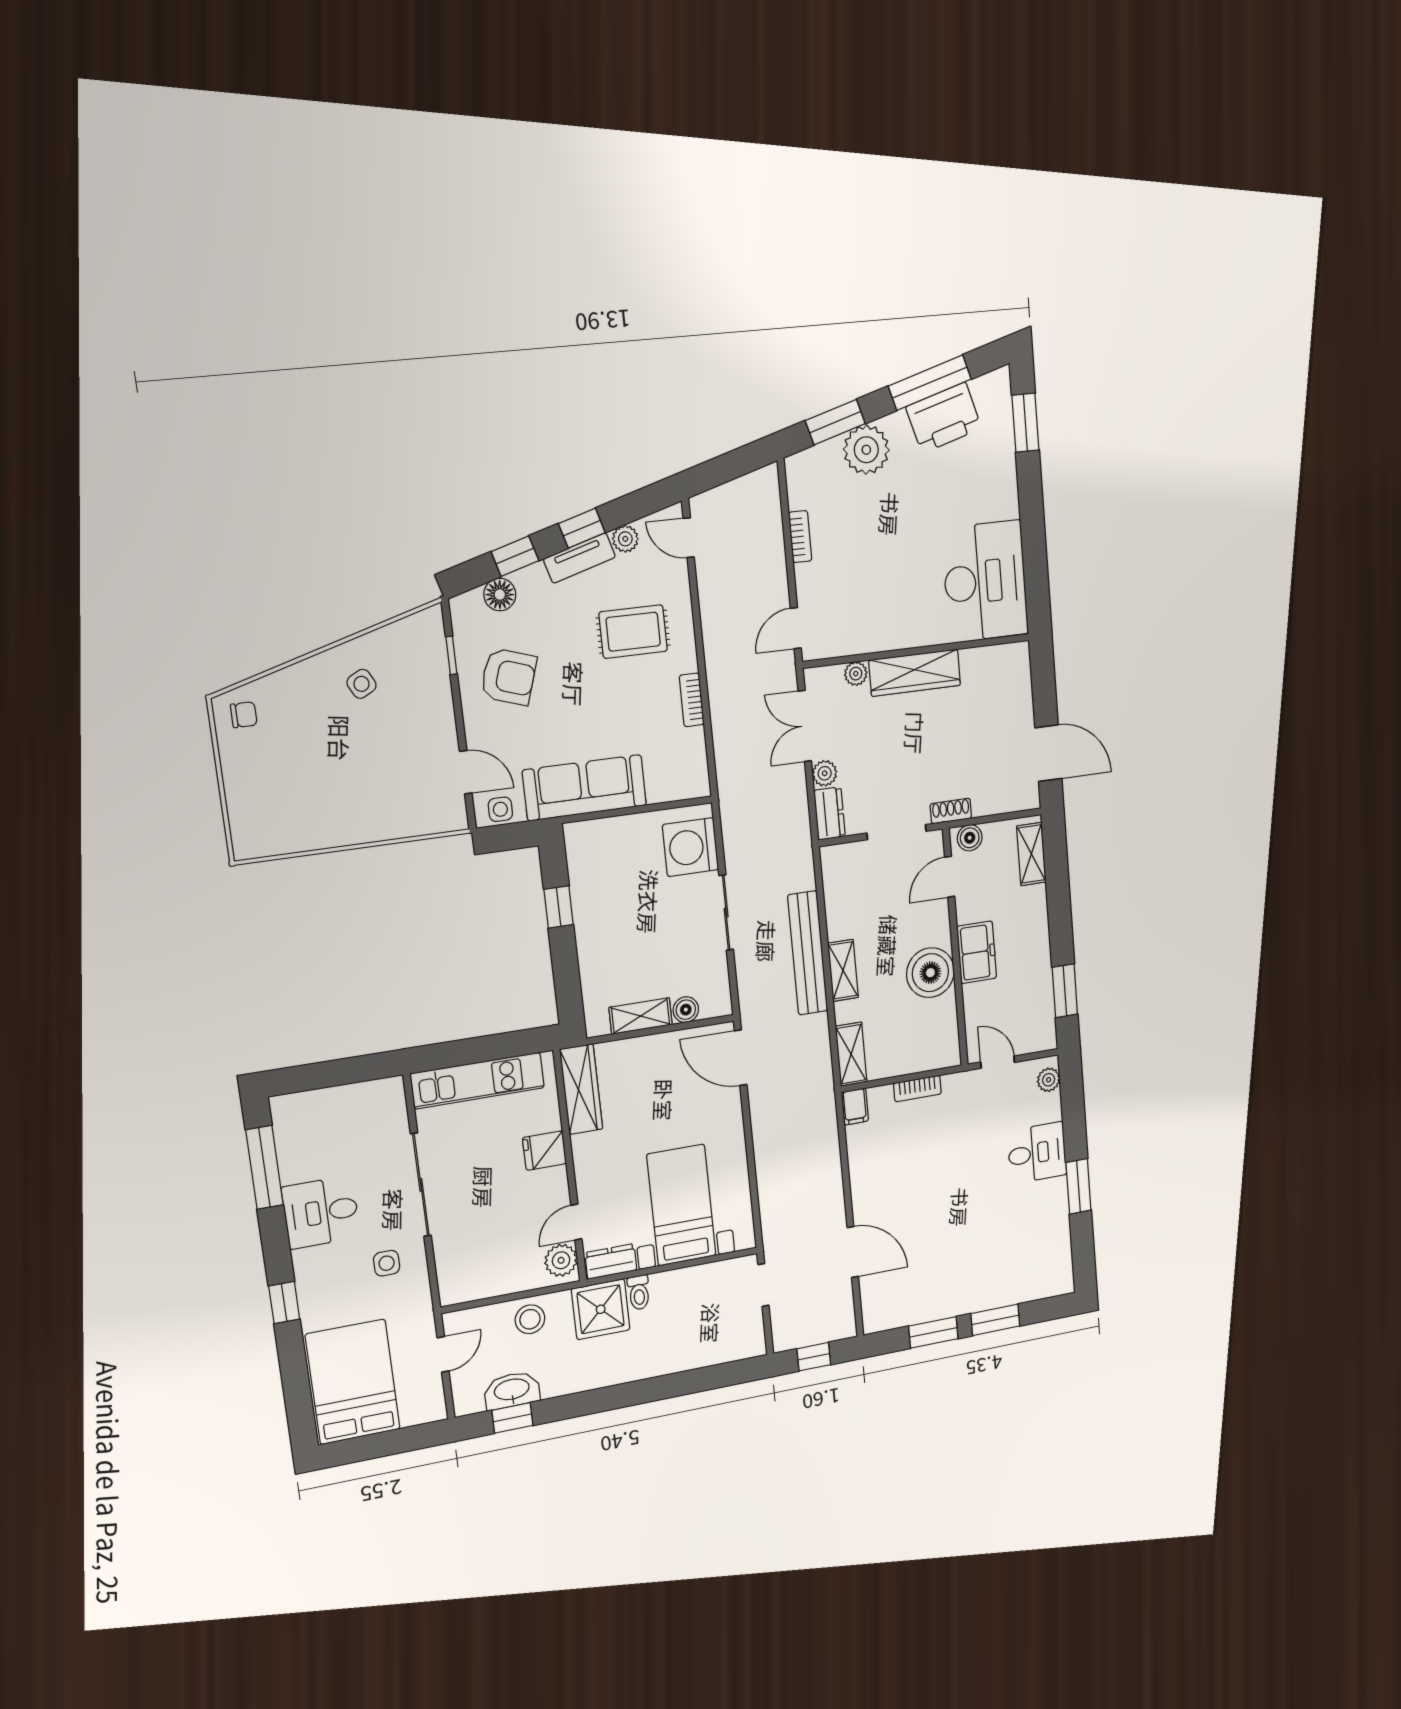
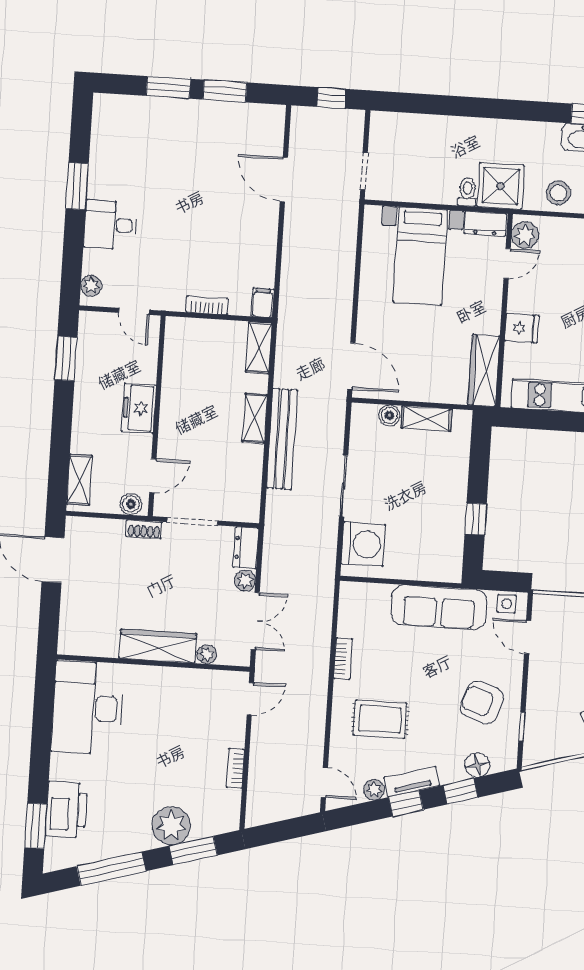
printer: (944, 418) -> (66, 809), moved, turned 106
boiler: (930, 973) -> (181, 400), removed

